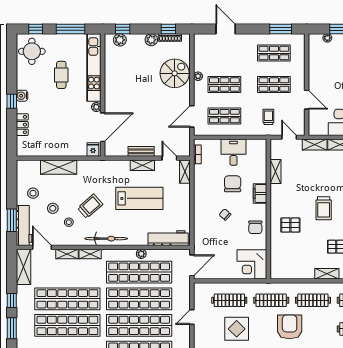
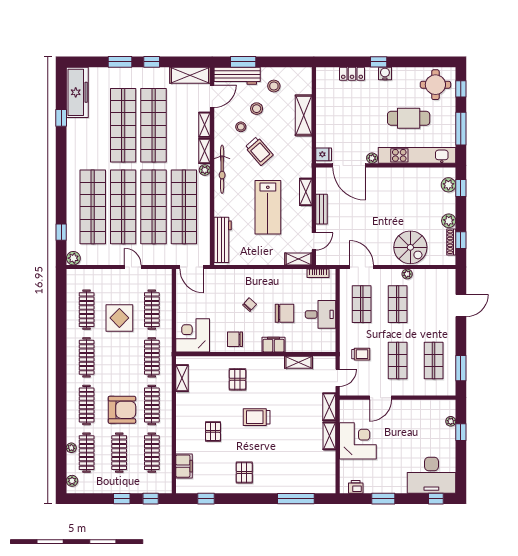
cafe table: (61, 75) -> (409, 118), width x1.37, depth x1.35
shelving: (142, 165) -> (306, 192), moved
plant: (141, 254) -> (205, 170), moved
shelving: (327, 274) -> (182, 378), moved
armchair: (290, 327) -> (122, 410), moved

